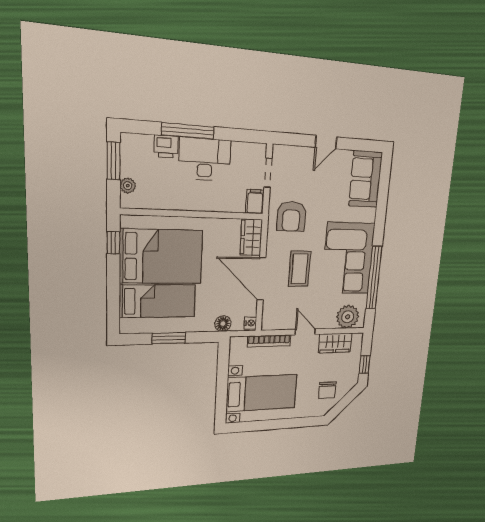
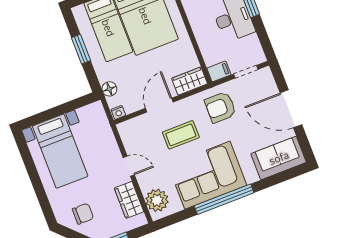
door: (326, 142) -> (291, 109), width x1.88
window: (374, 278) -> (224, 199), moved
door: (261, 279) -> (159, 105), width x0.73
door: (305, 332) -> (129, 166), hinge flipped
bookcase: (269, 341) -> (109, 136), removed
chair: (327, 390) -> (83, 214), turned 180

